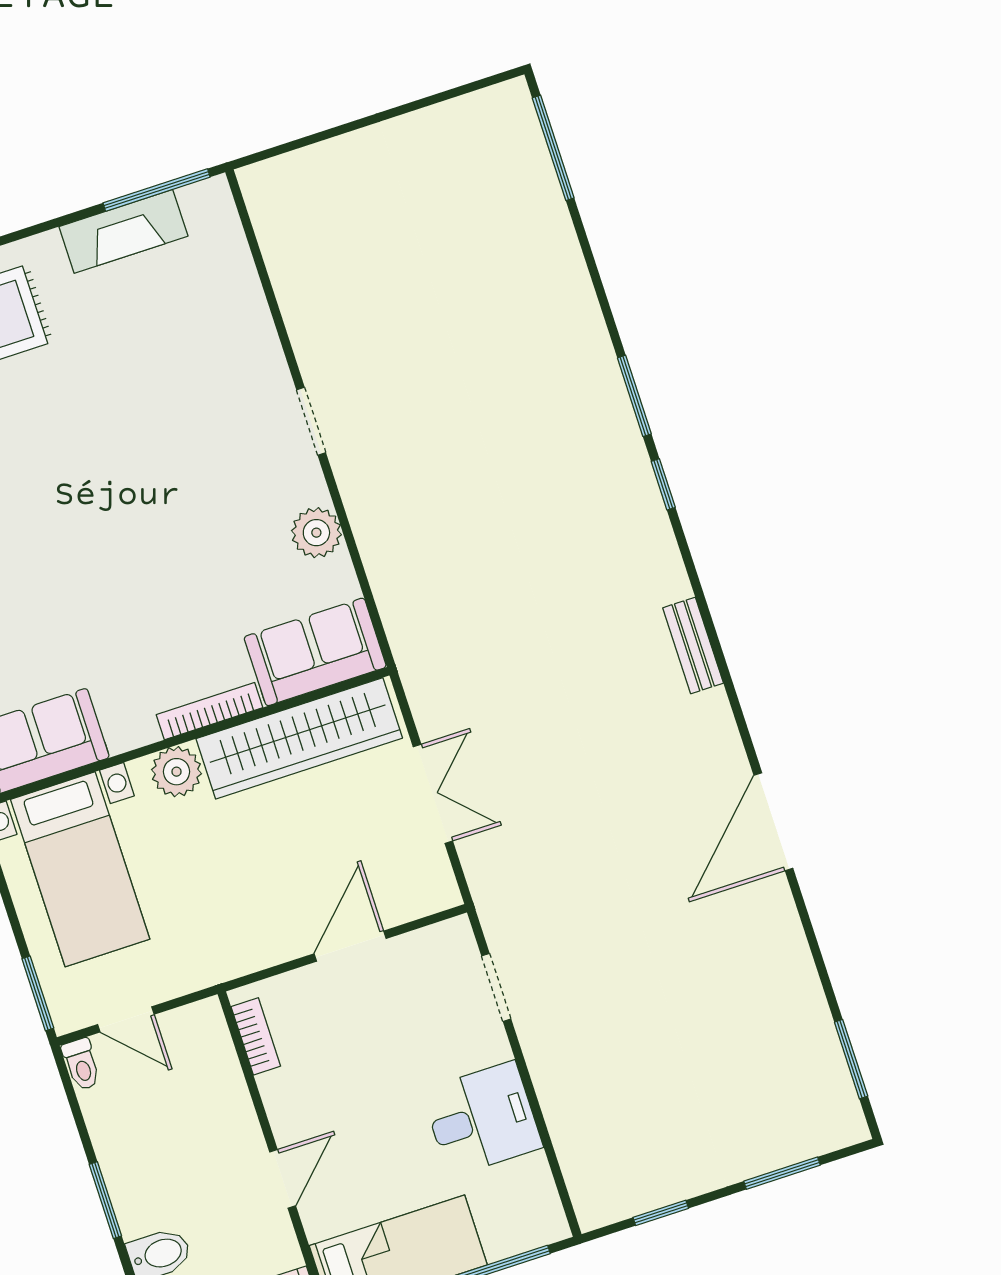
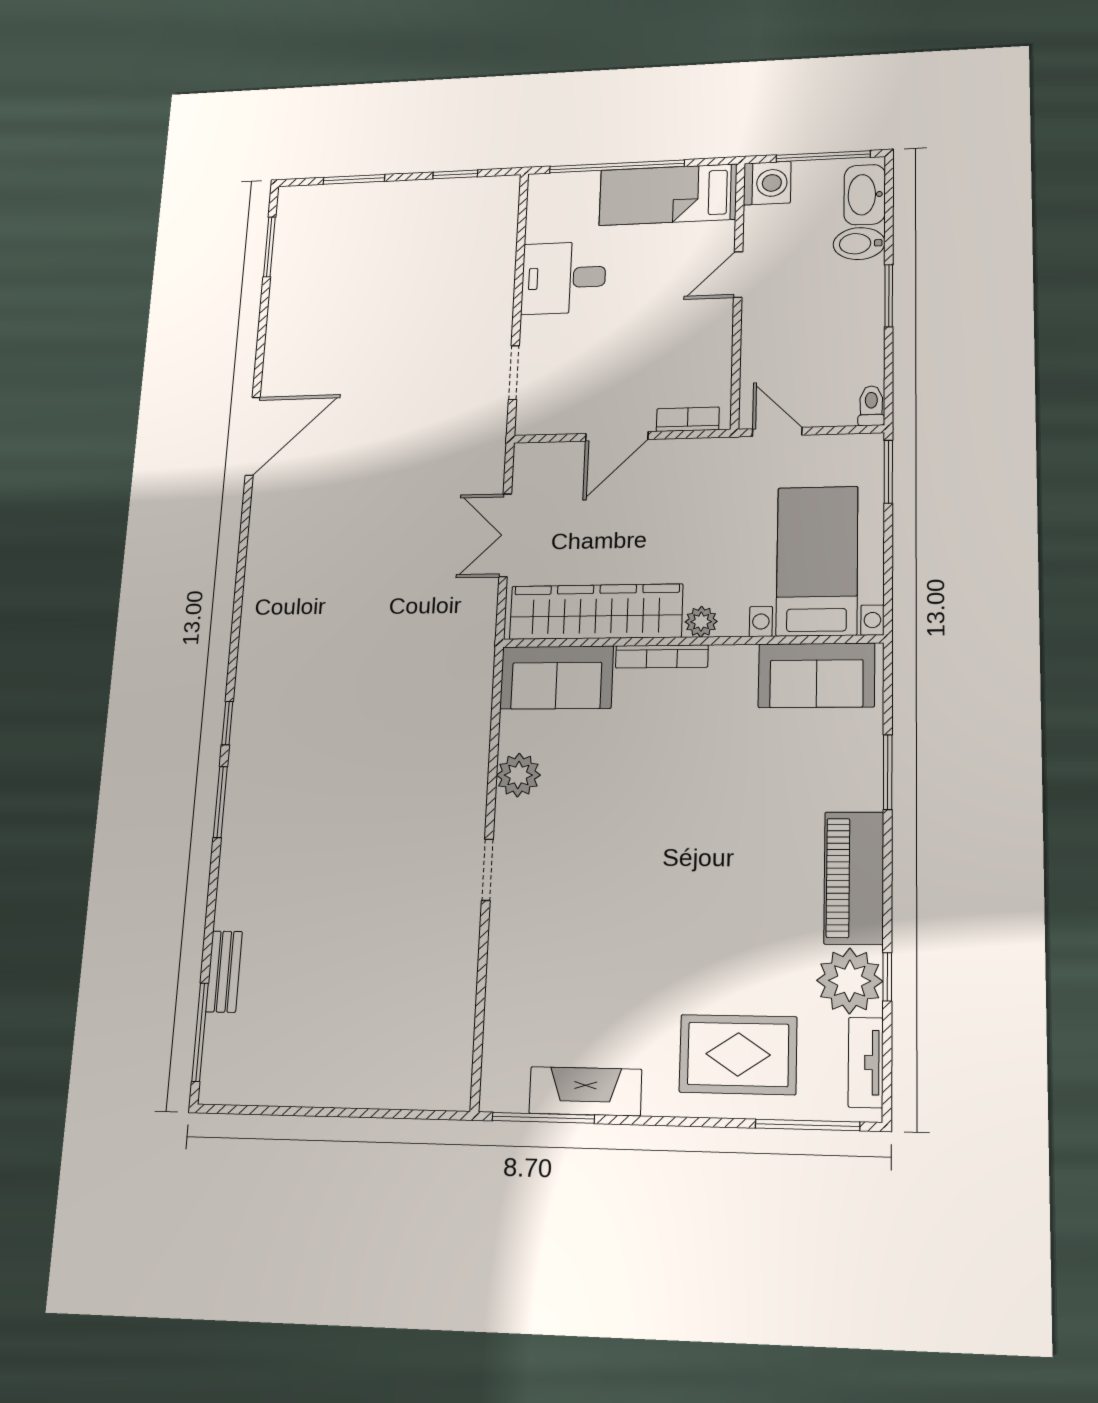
bench: (693, 645) -> (224, 972), moved
plant: (176, 772) -> (701, 622), width x0.73, depth x0.73
door: (126, 1019) -> (777, 432), moved
bookcase: (256, 1036) -> (688, 419), moved, turned 90

